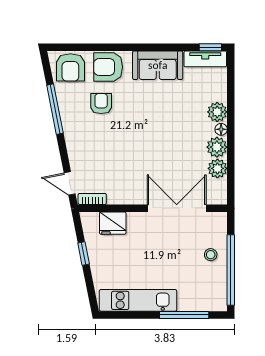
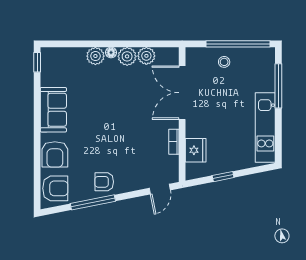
tv unit: (205, 59) -> (48, 67), removed
armchair: (101, 104) -> (104, 182), moved
bookcase: (92, 199) -> (174, 142), moved

